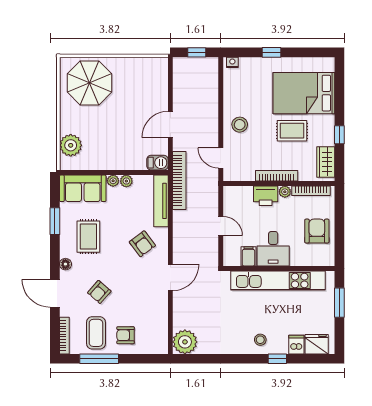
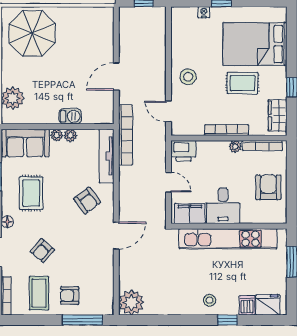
nightstand: (232, 62) -> (204, 12), moved
barbecue: (157, 163) -> (70, 116), moved
printer: (266, 196) -> (183, 151), moved
filing cabinet: (249, 256) -> (190, 214), width x2.00
window: (99, 359) -> (83, 320), moved

